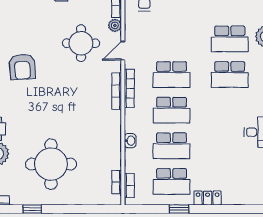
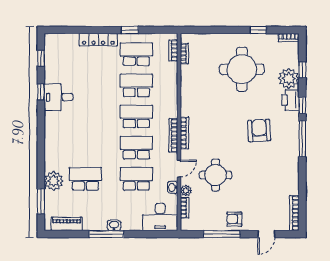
armchair: (22, 67) -> (259, 131), moved
school desk: (230, 75) -> (136, 179), moved
washbasin: (130, 141) -> (173, 187), moved
locker: (208, 198) -> (98, 40), width x1.53

